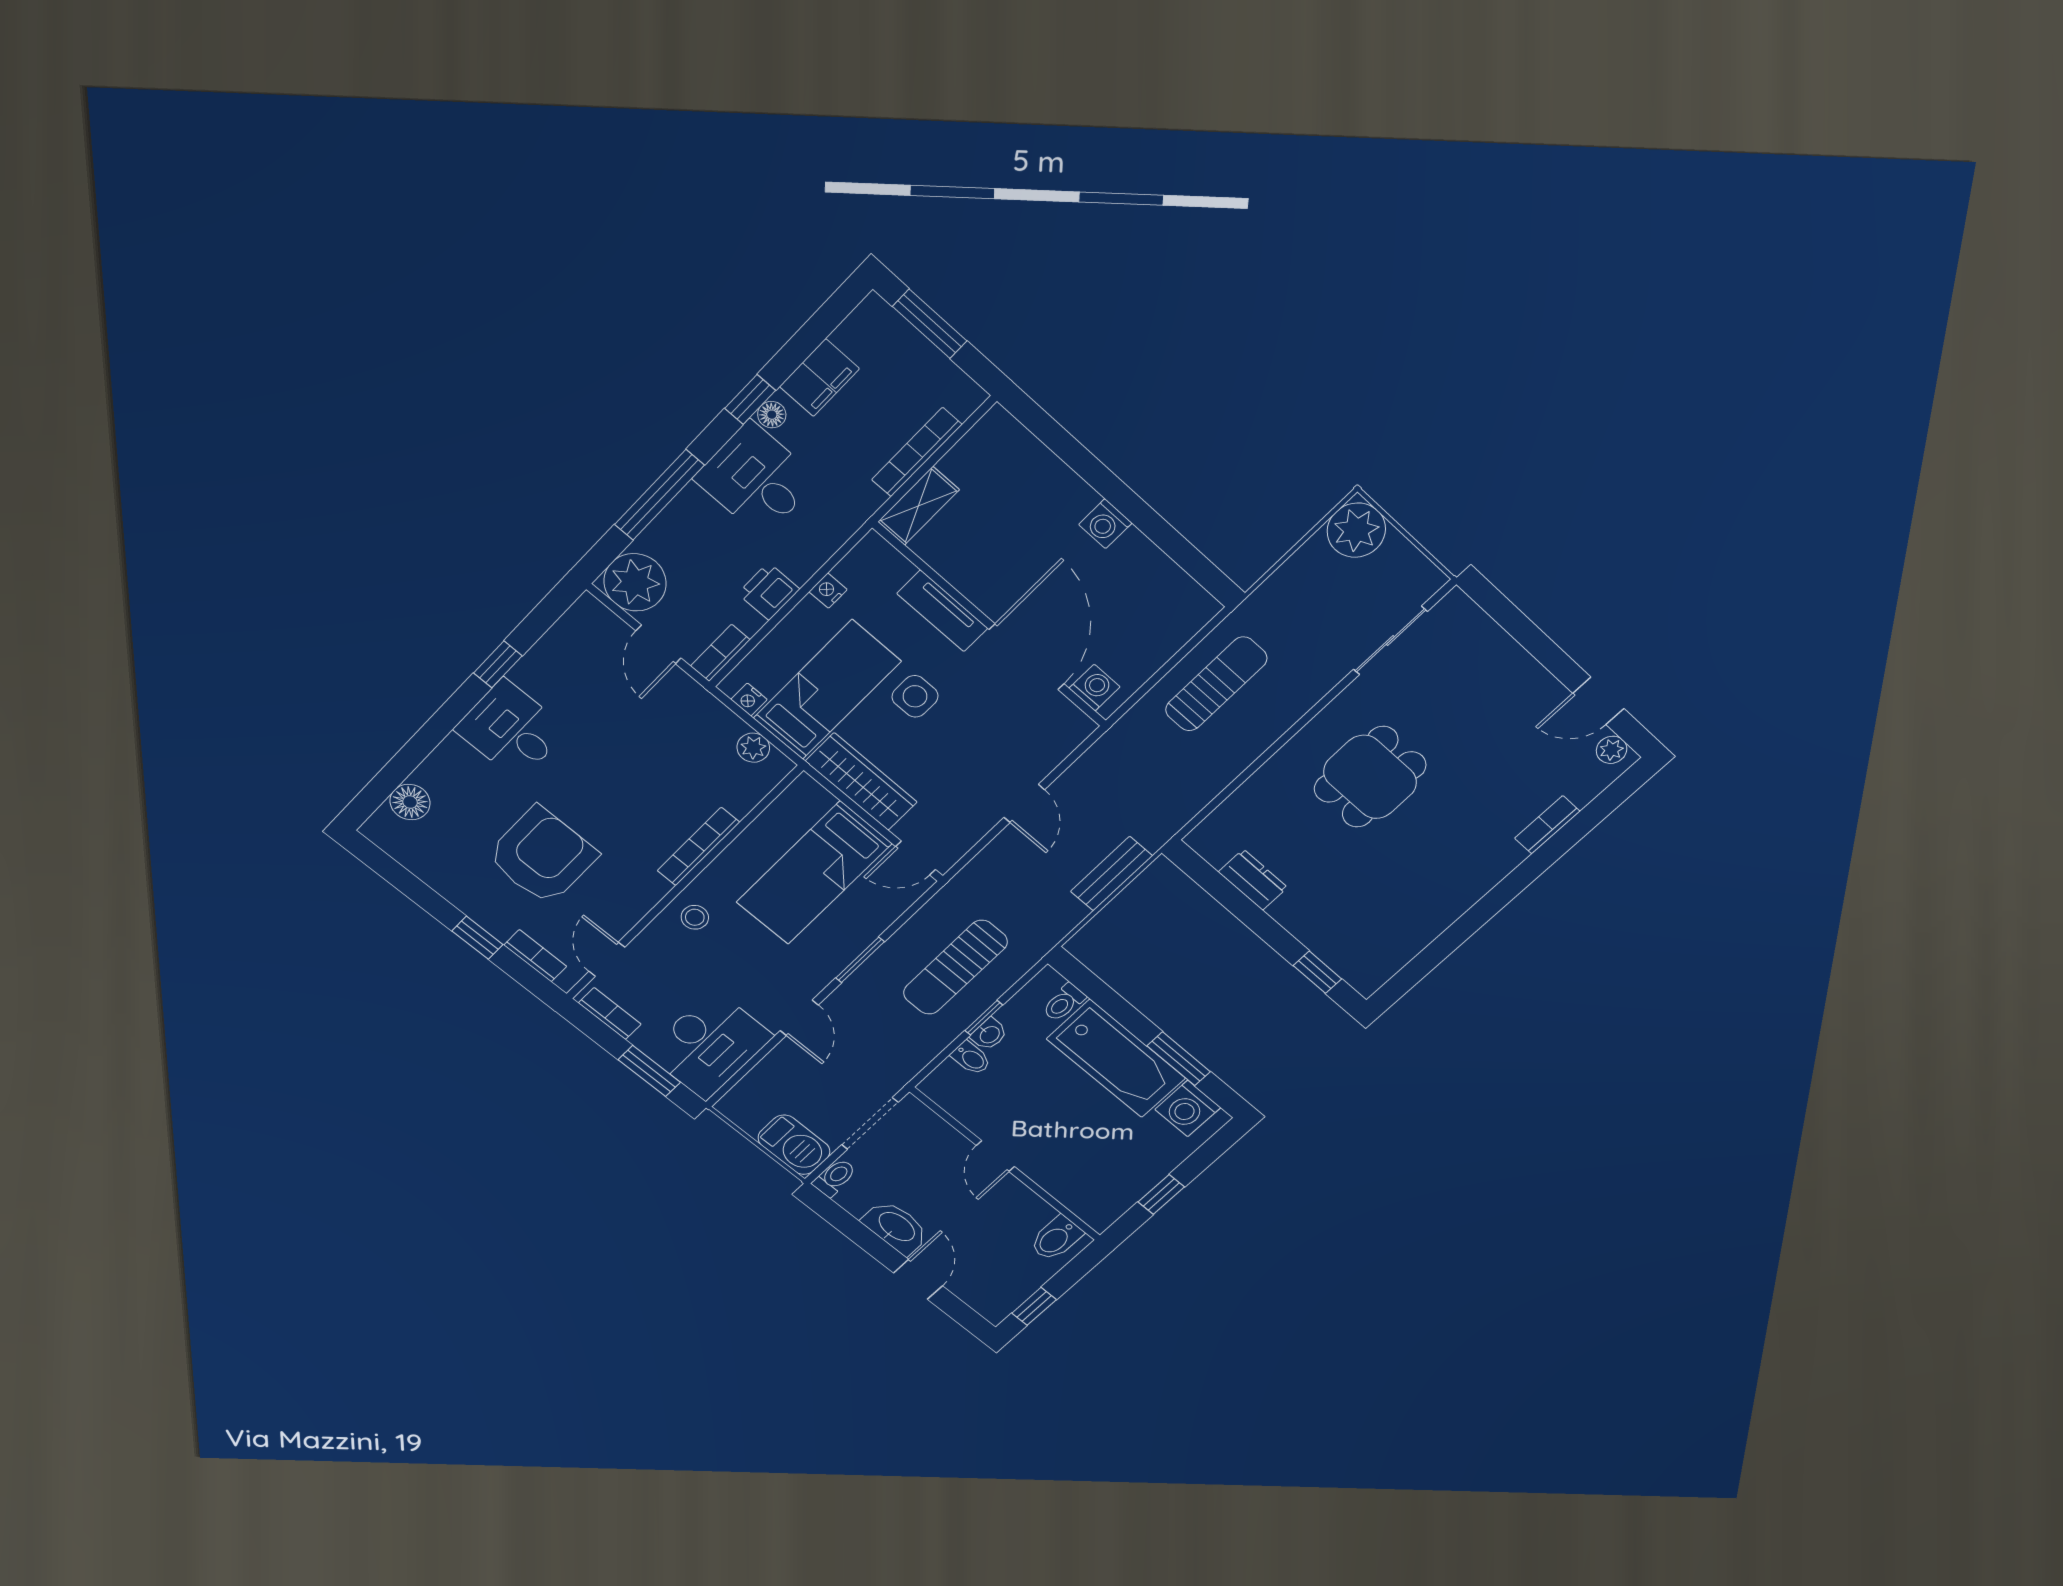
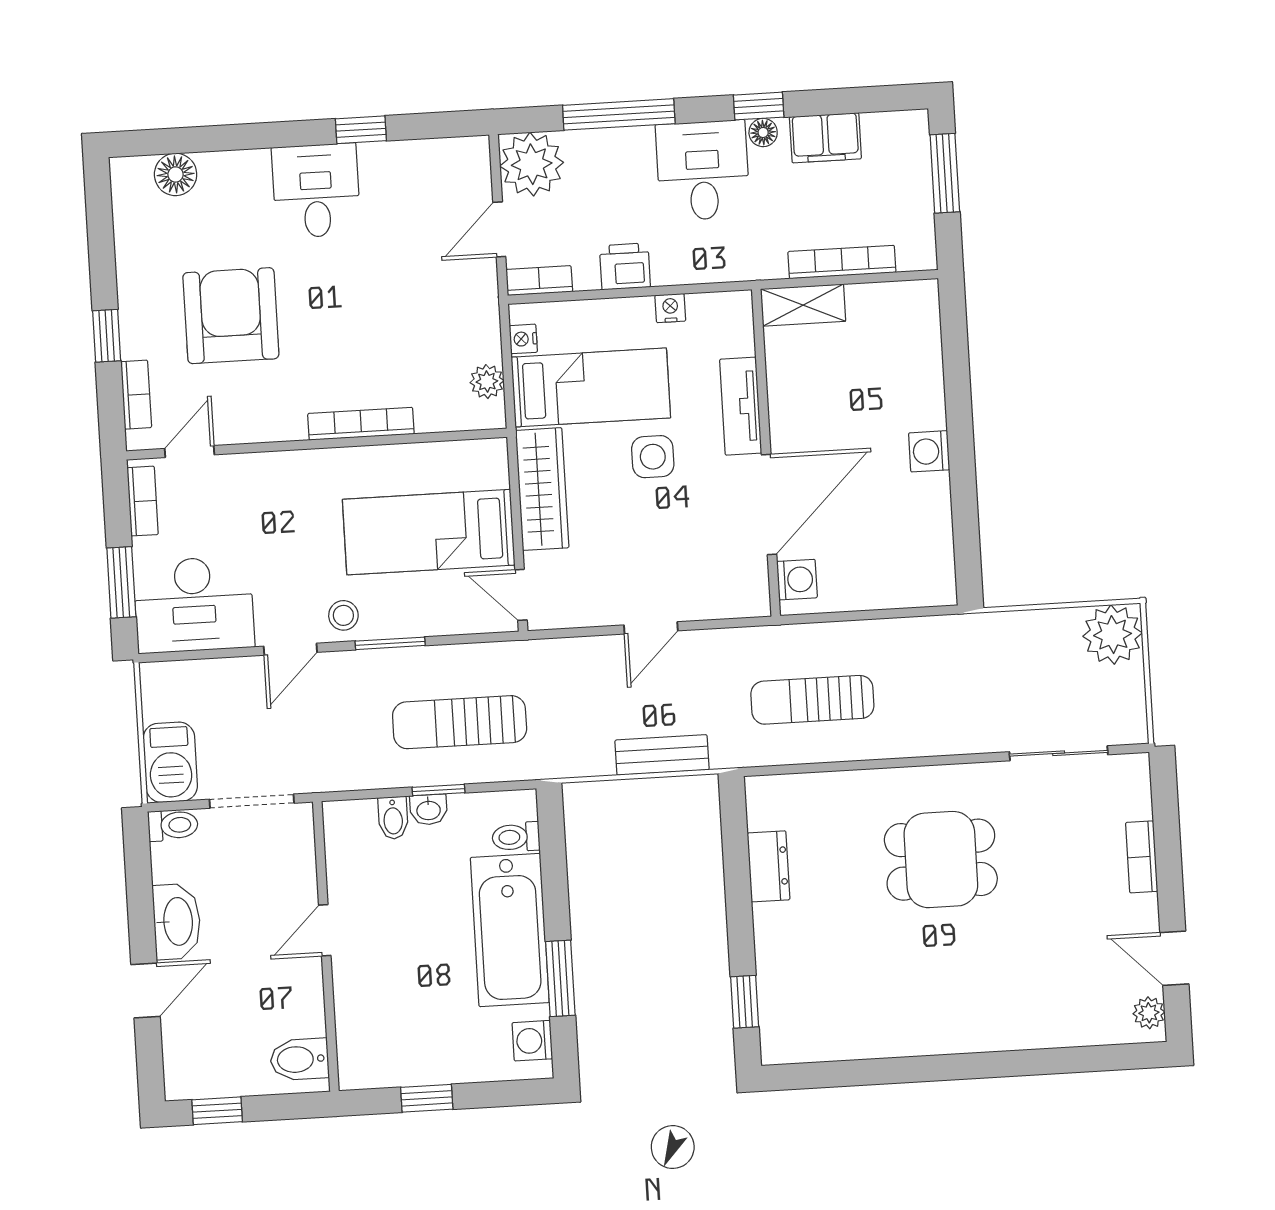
sun lounger: (1216, 684) -> (812, 700), moved, turned 180
bookcase: (1547, 825) -> (1142, 857), moved, turned -90
armchair: (542, 856) -> (231, 316), turned -90
stool: (695, 917) -> (343, 615), moved
washing machine: (1188, 1109) -> (532, 1041), width x0.73, depth x0.73

